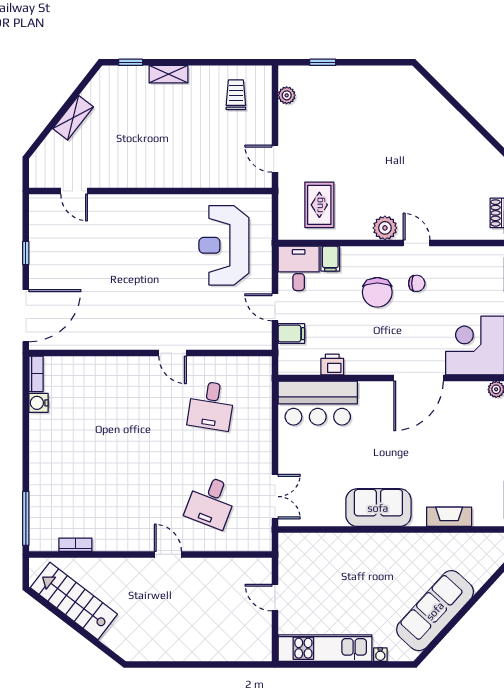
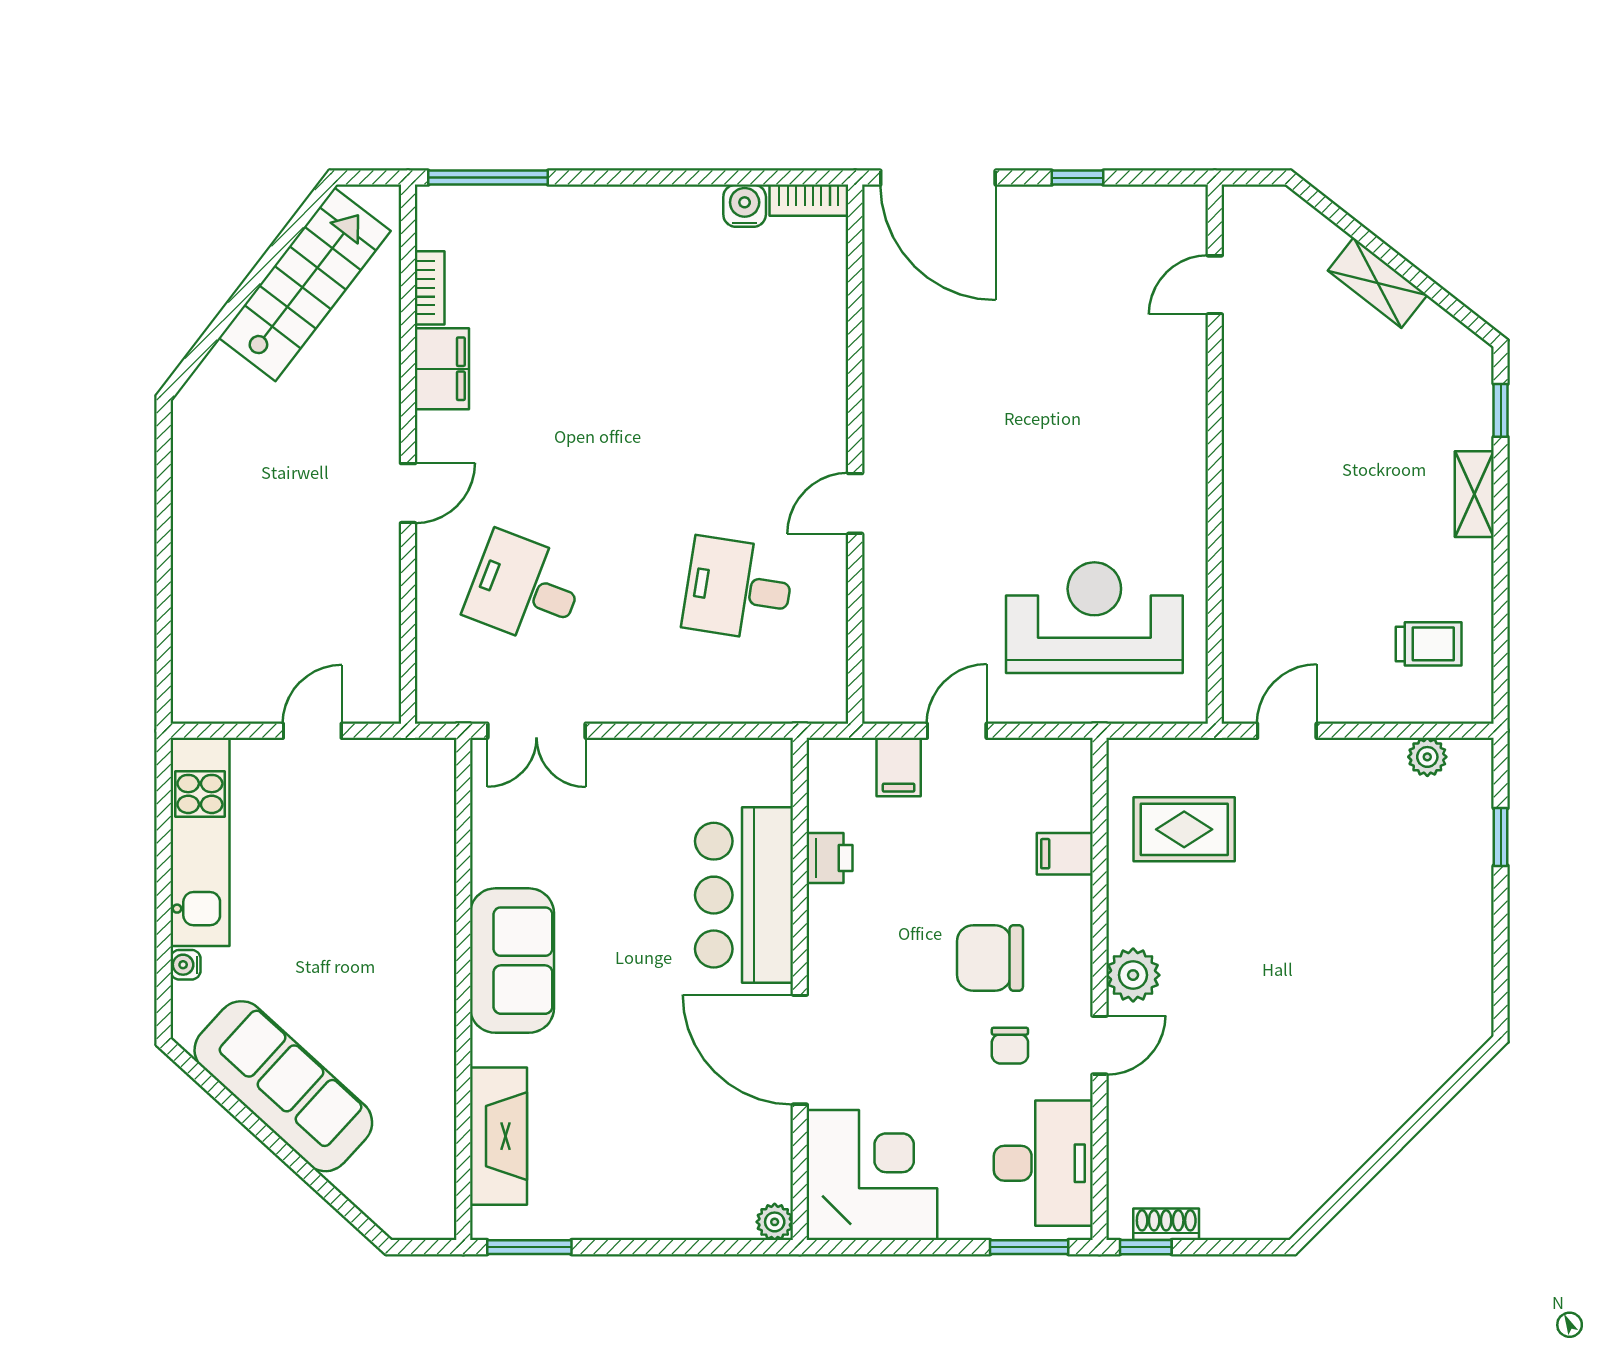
desk: (299, 268) -> (1043, 1163), moved, width x1.37
bar counter: (318, 403) -> (744, 895), moved
fireplace: (449, 517) -> (498, 1136), width x1.37, depth x1.32
filing cabinet: (112, 539) -> (442, 369), added

